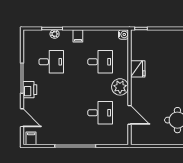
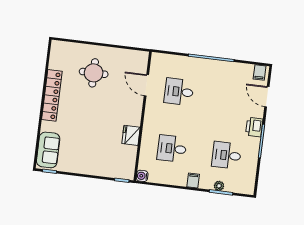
plant: (120, 87) -> (153, 118), removed

